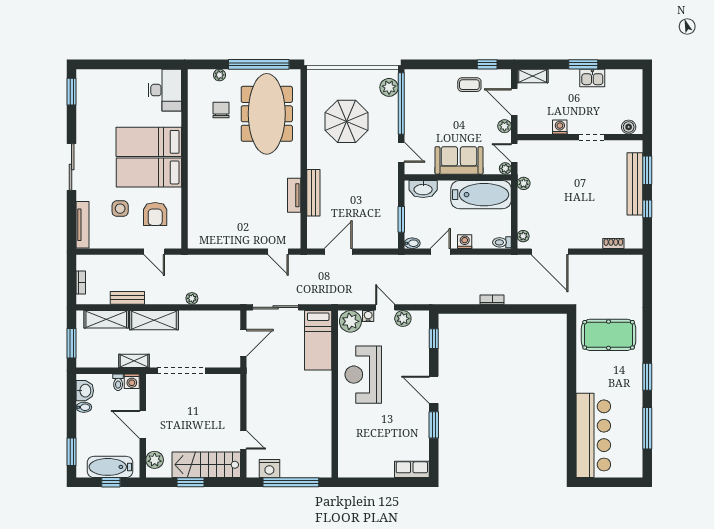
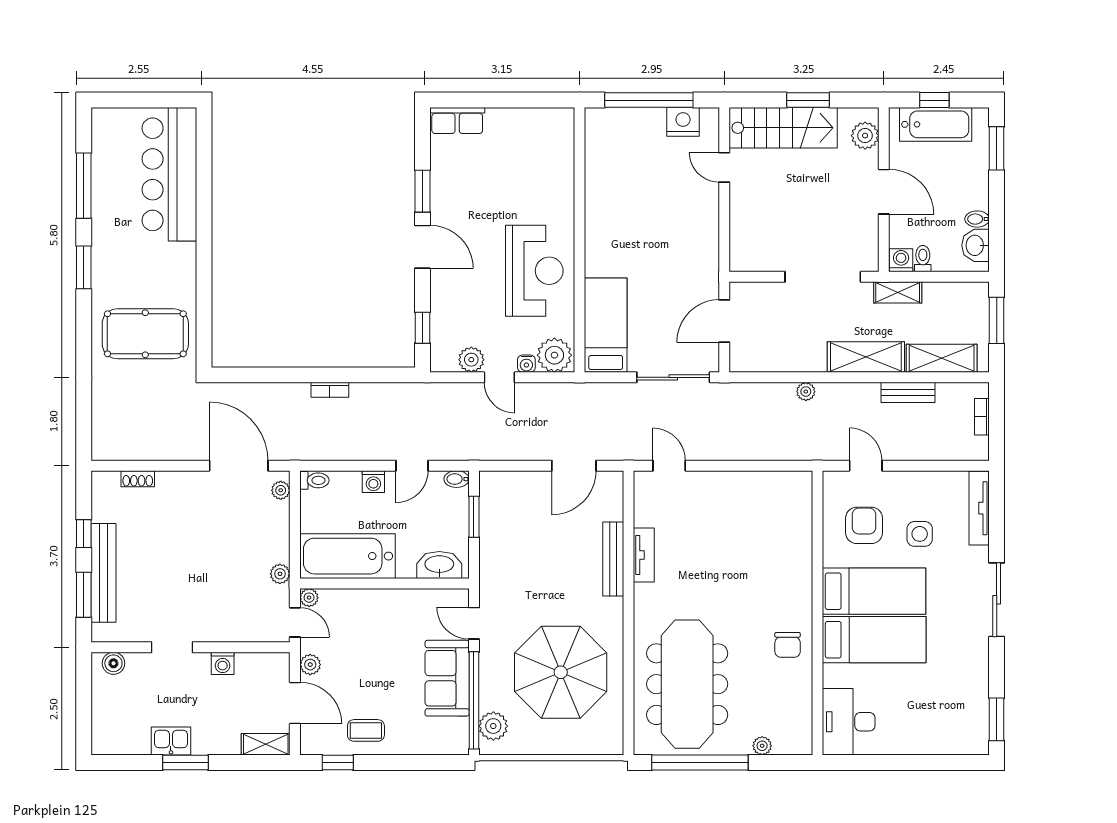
chair: (221, 110) -> (788, 645), moved
parasol: (347, 121) -> (561, 672), width x1.36, depth x1.36
sofa: (459, 160) -> (447, 678), moved, turned 90

